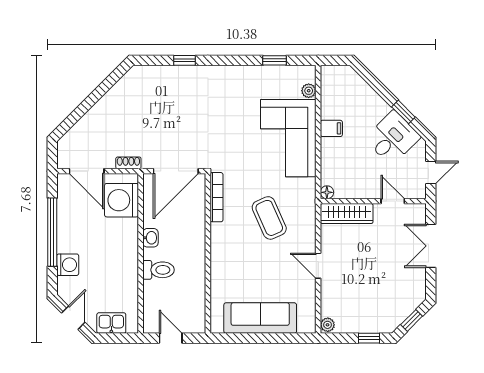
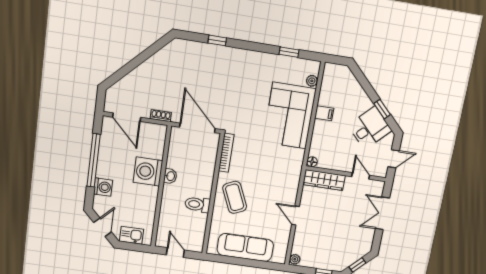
door: (176, 171) -> (197, 128), swing flipped
washing machine: (122, 200) -> (148, 172), moved
coffee table: (269, 218) -> (235, 197), moved
toilet: (158, 270) -> (197, 204), moved, turned 180

